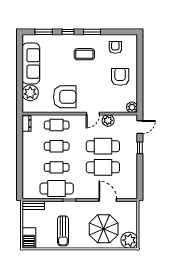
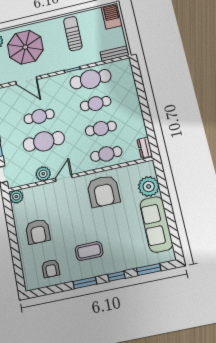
armchair: (65, 97) -> (103, 191), turned -90
cafe table: (103, 167) -> (39, 116), width x0.73, depth x0.74

